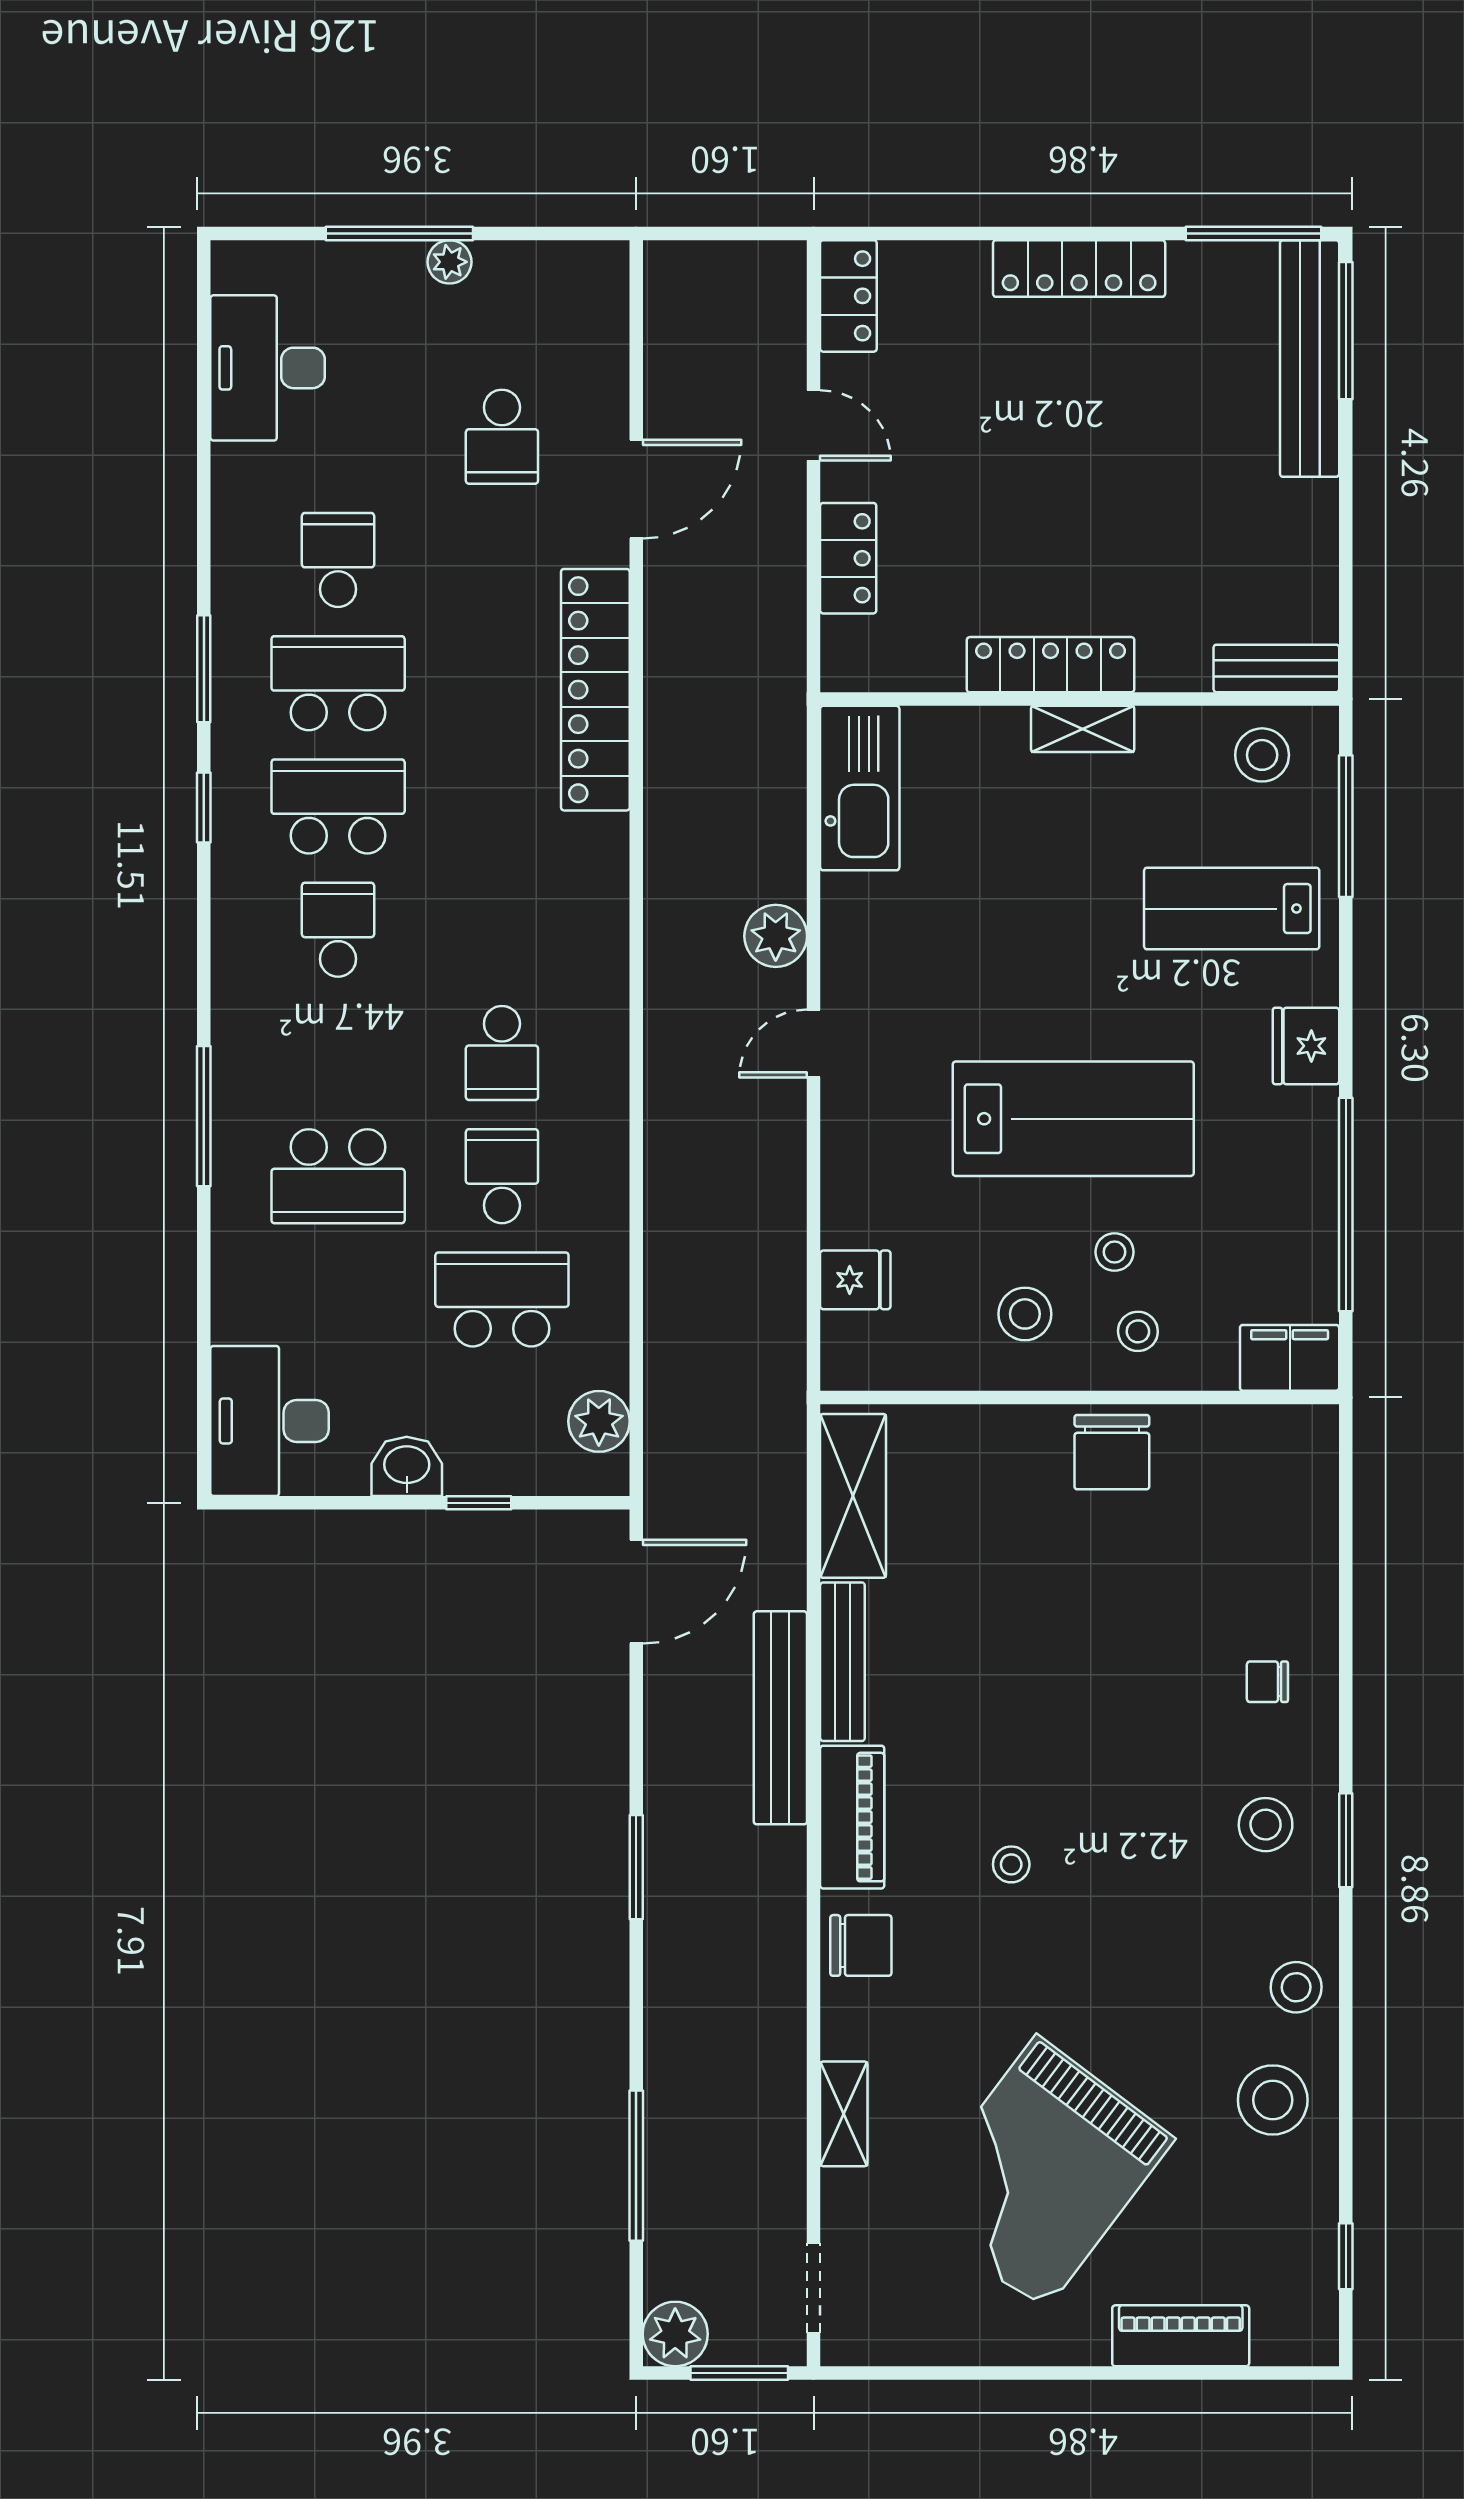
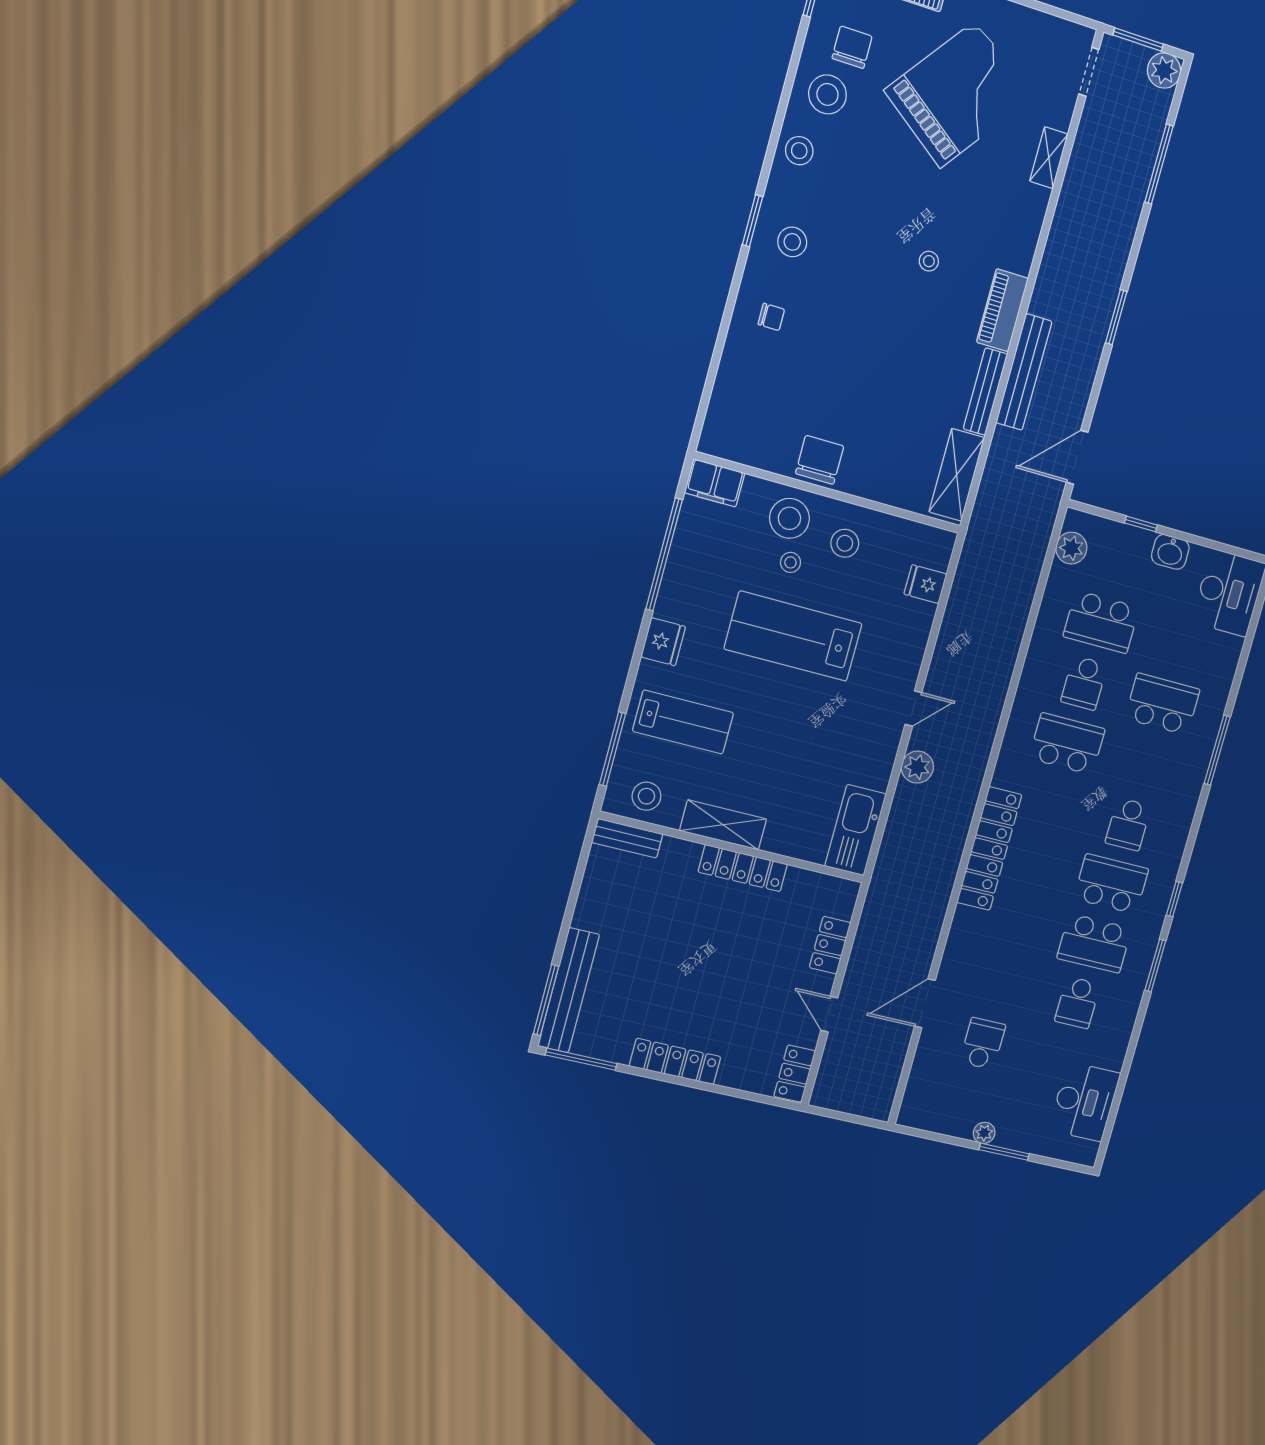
window: (399, 233) -> (1004, 1152), width x0.69
locker: (595, 690) -> (989, 849), moved
shelving: (1083, 729) -> (723, 825), width x1.50, depth x1.33
school desk: (338, 806) -> (1111, 884), turned 180
school desk: (502, 1053) -> (1067, 744), width x1.85
stool: (1138, 1331) -> (789, 518), width x1.89, depth x1.89
chair: (861, 1945) -> (852, 47), moved, turned 90

